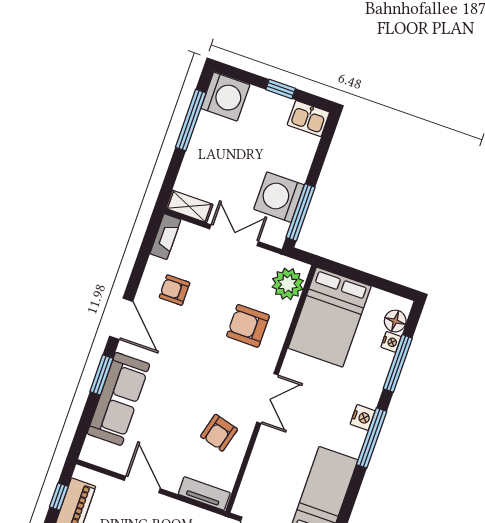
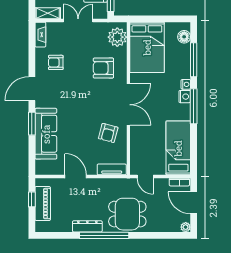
door: (121, 319) -> (32, 89), swing flipped
nightstand: (391, 342) -> (186, 84), moved
double door: (267, 399) -> (128, 105), width x1.37

